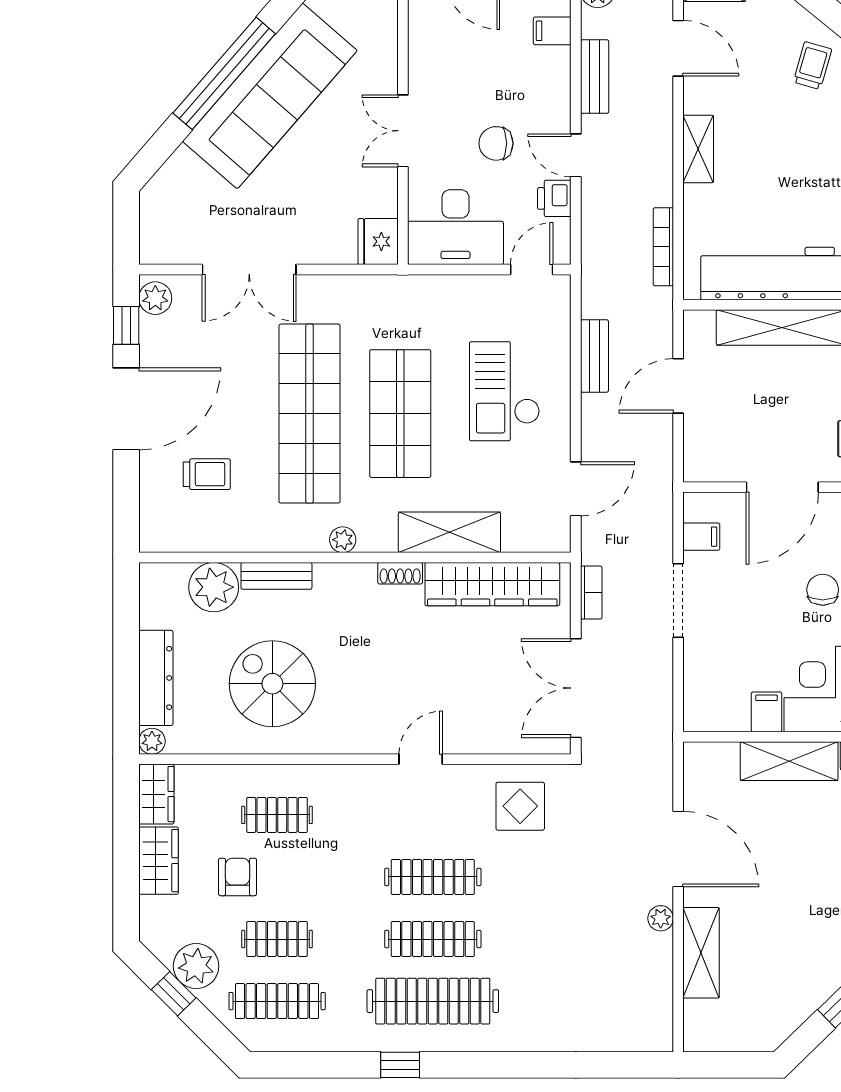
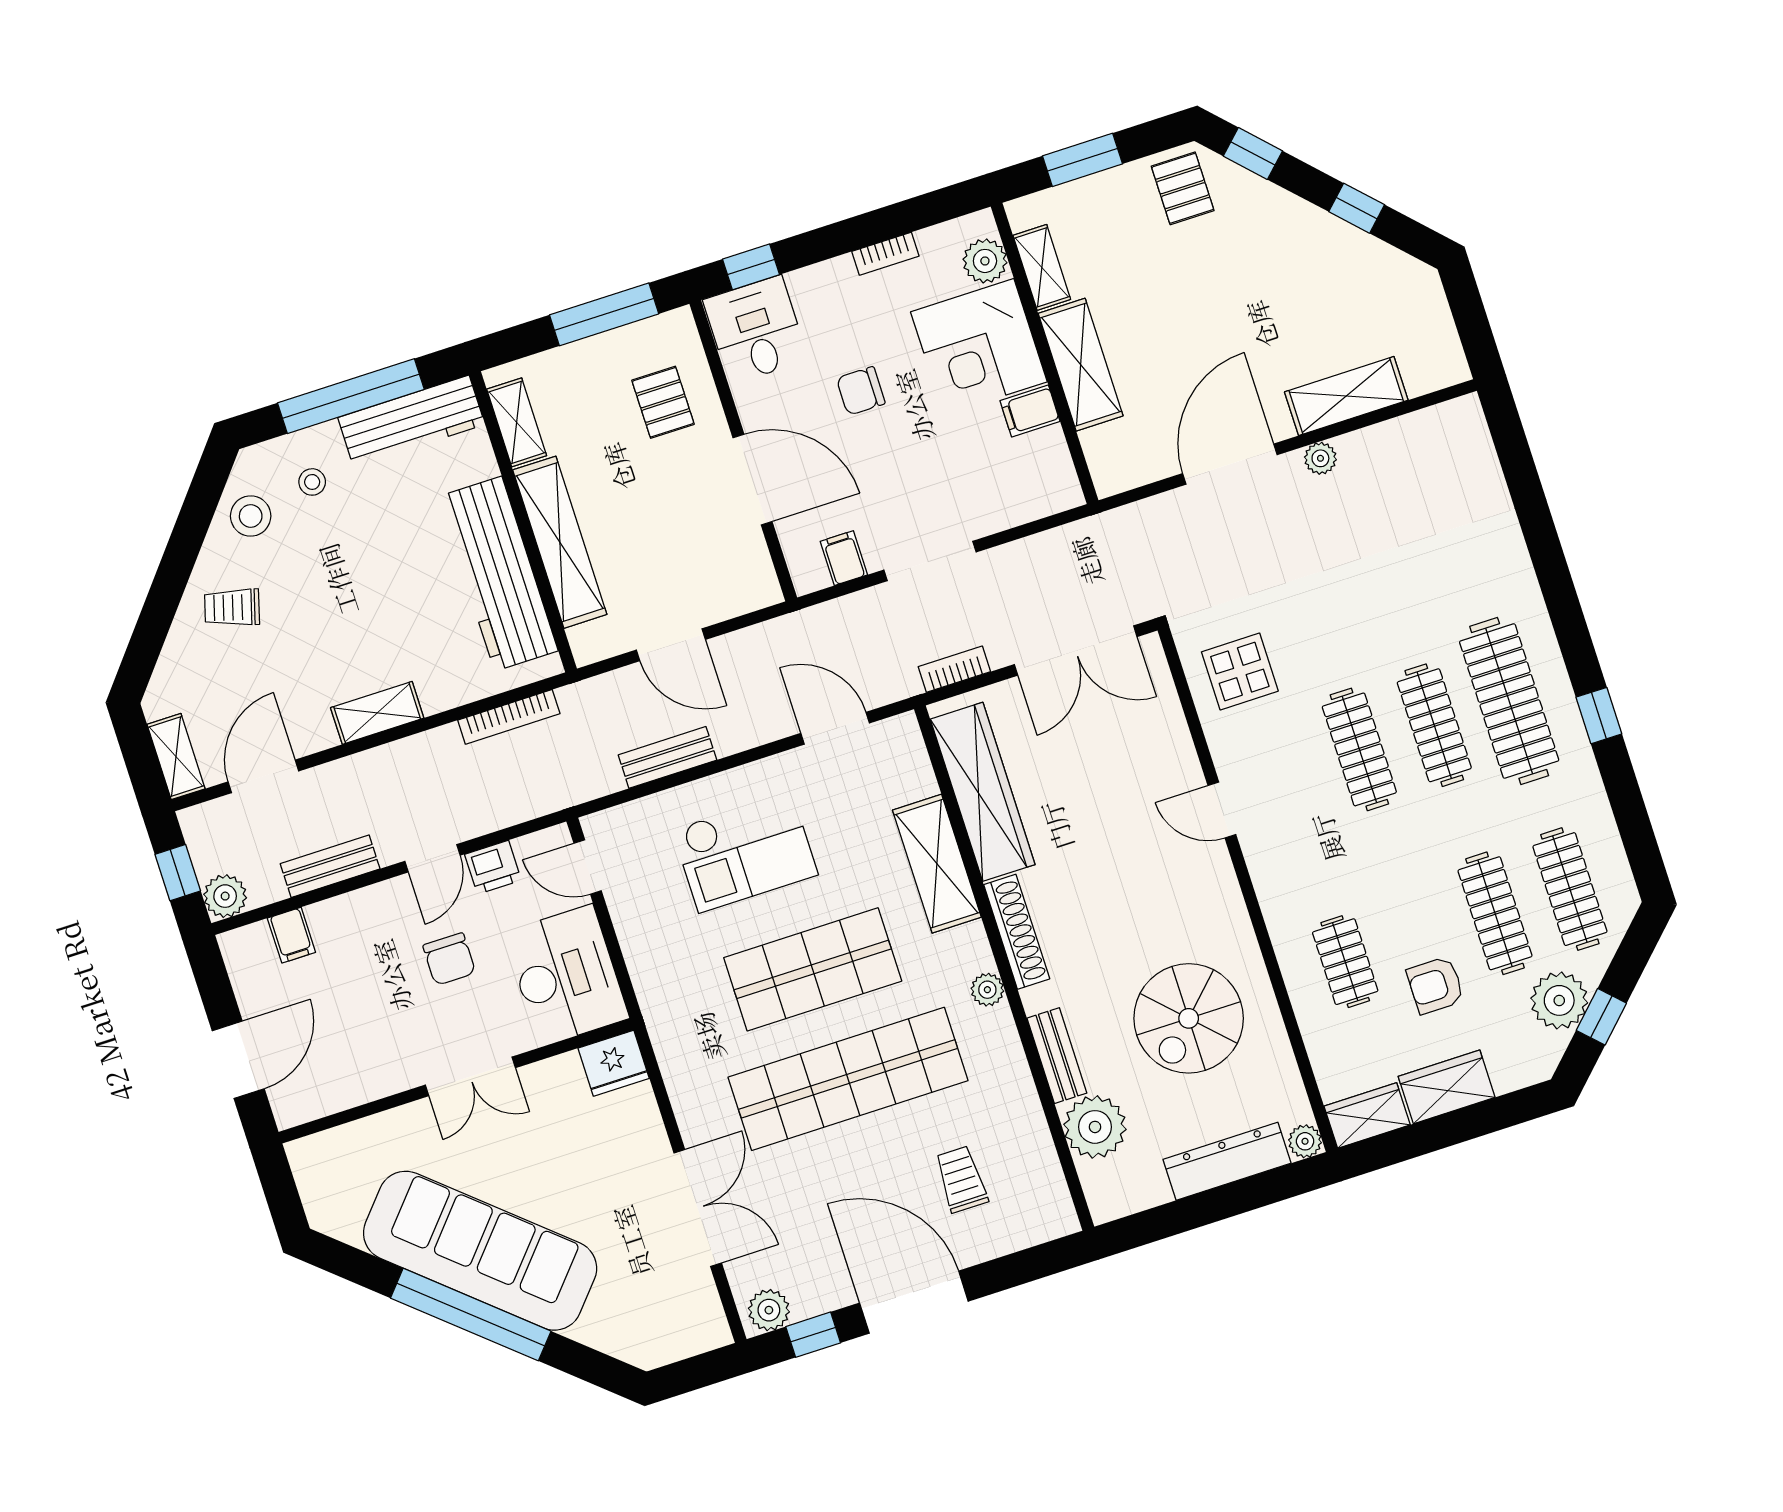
shoe rack: (400, 573) -> (1017, 932), width x1.94, depth x1.24
clothes rail: (277, 939) -> (1495, 913), width x1.36

